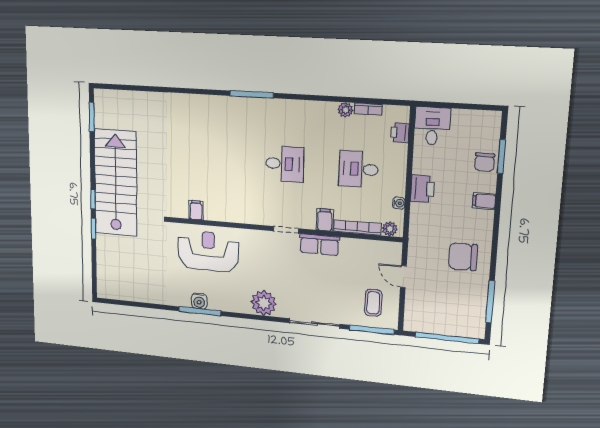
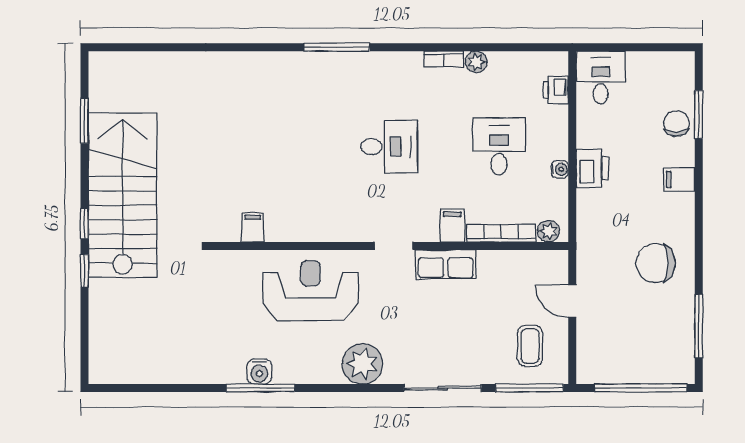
bookcase: (368, 109) -> (444, 59), moved
window: (92, 117) -> (84, 121), moved
chair: (485, 162) -> (676, 124), turned 180
desk: (359, 169) -> (499, 147), turned 90
water cooler: (399, 203) -> (560, 169), moved
reception desk: (208, 251) -> (311, 291), moved

